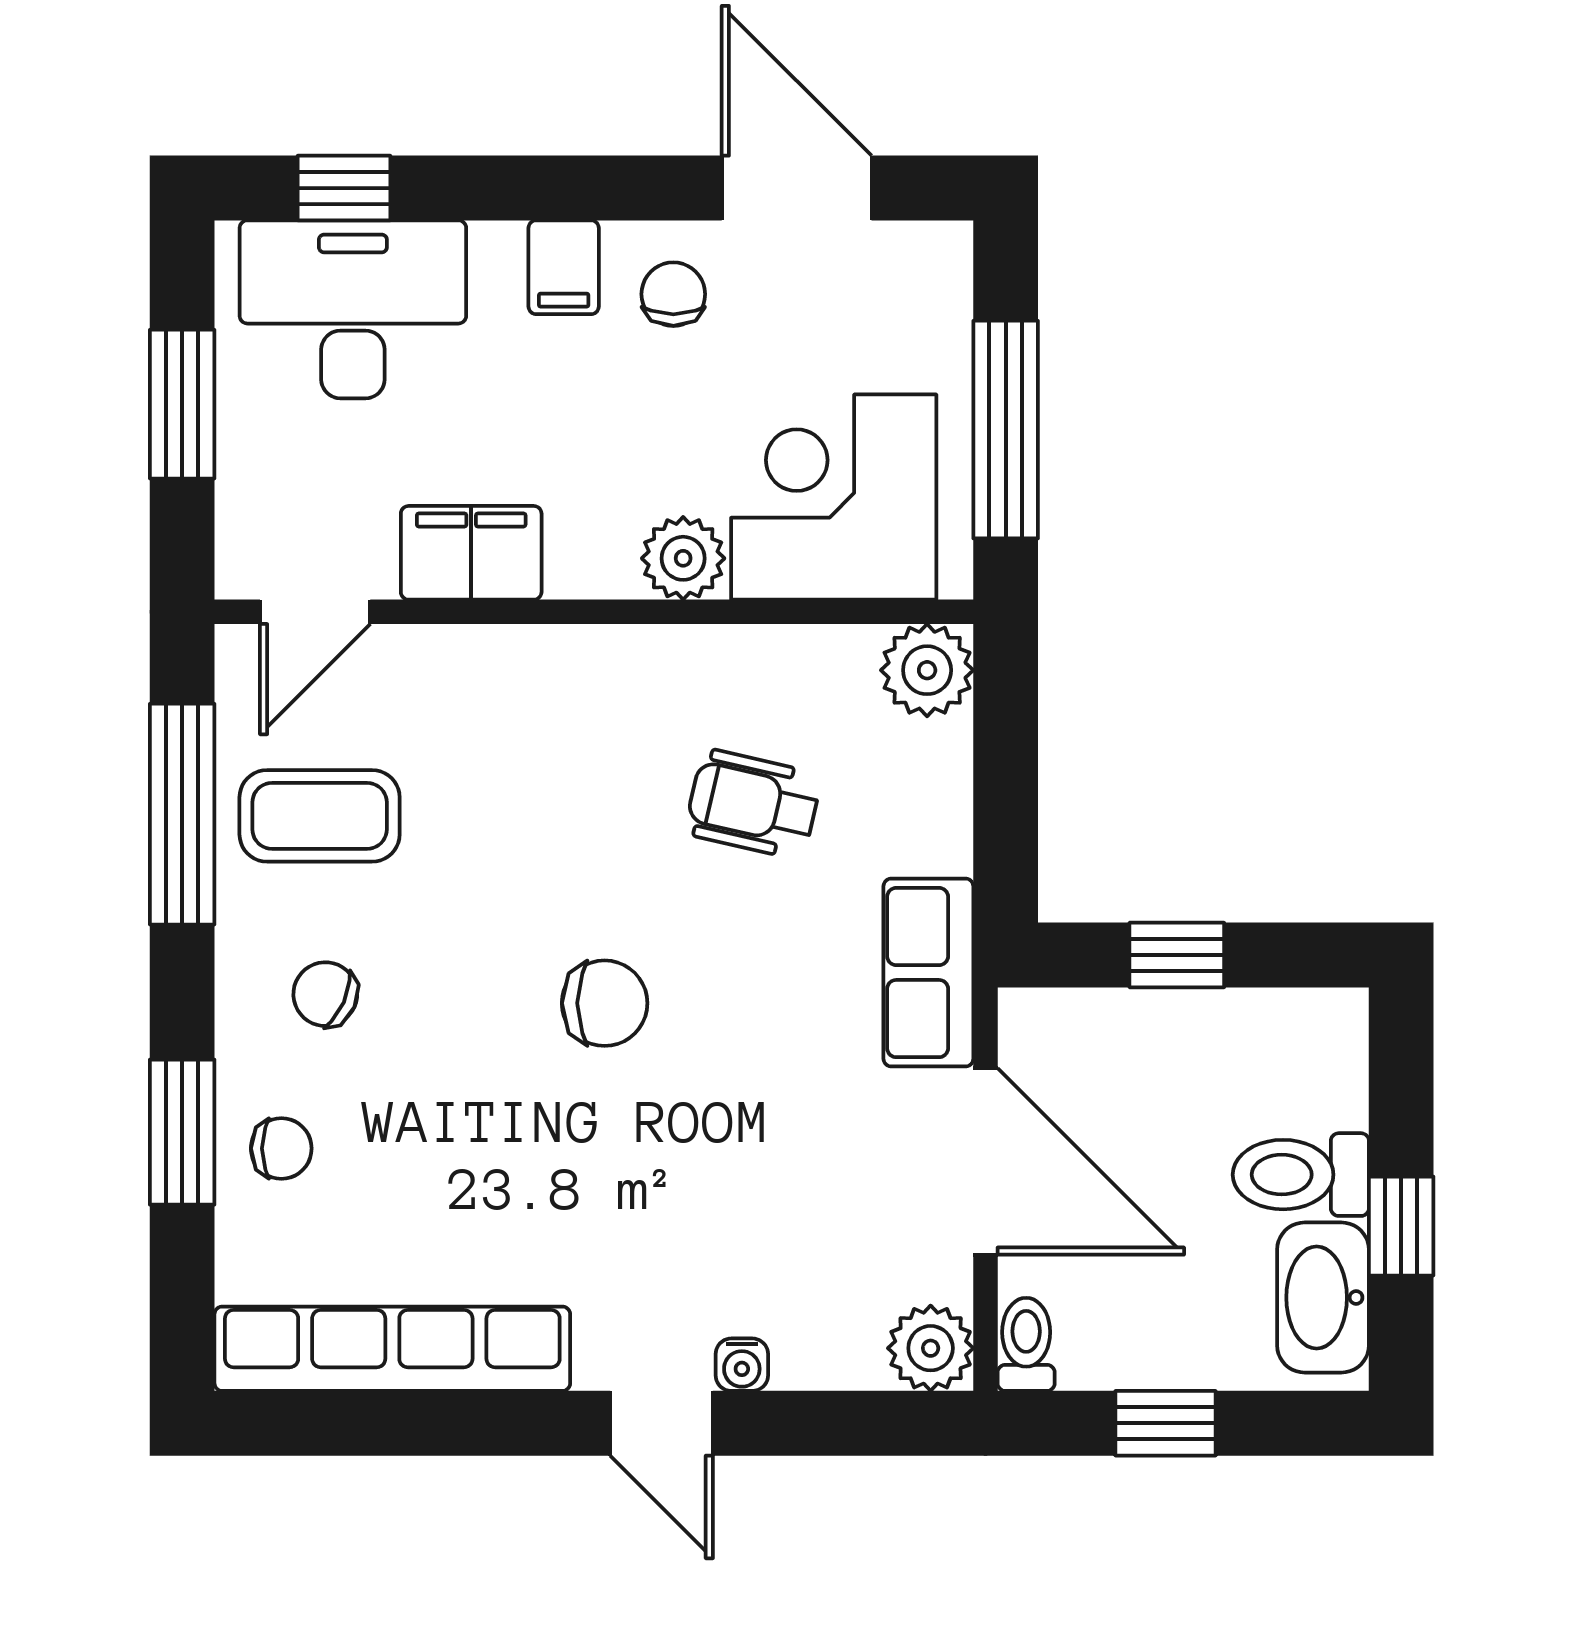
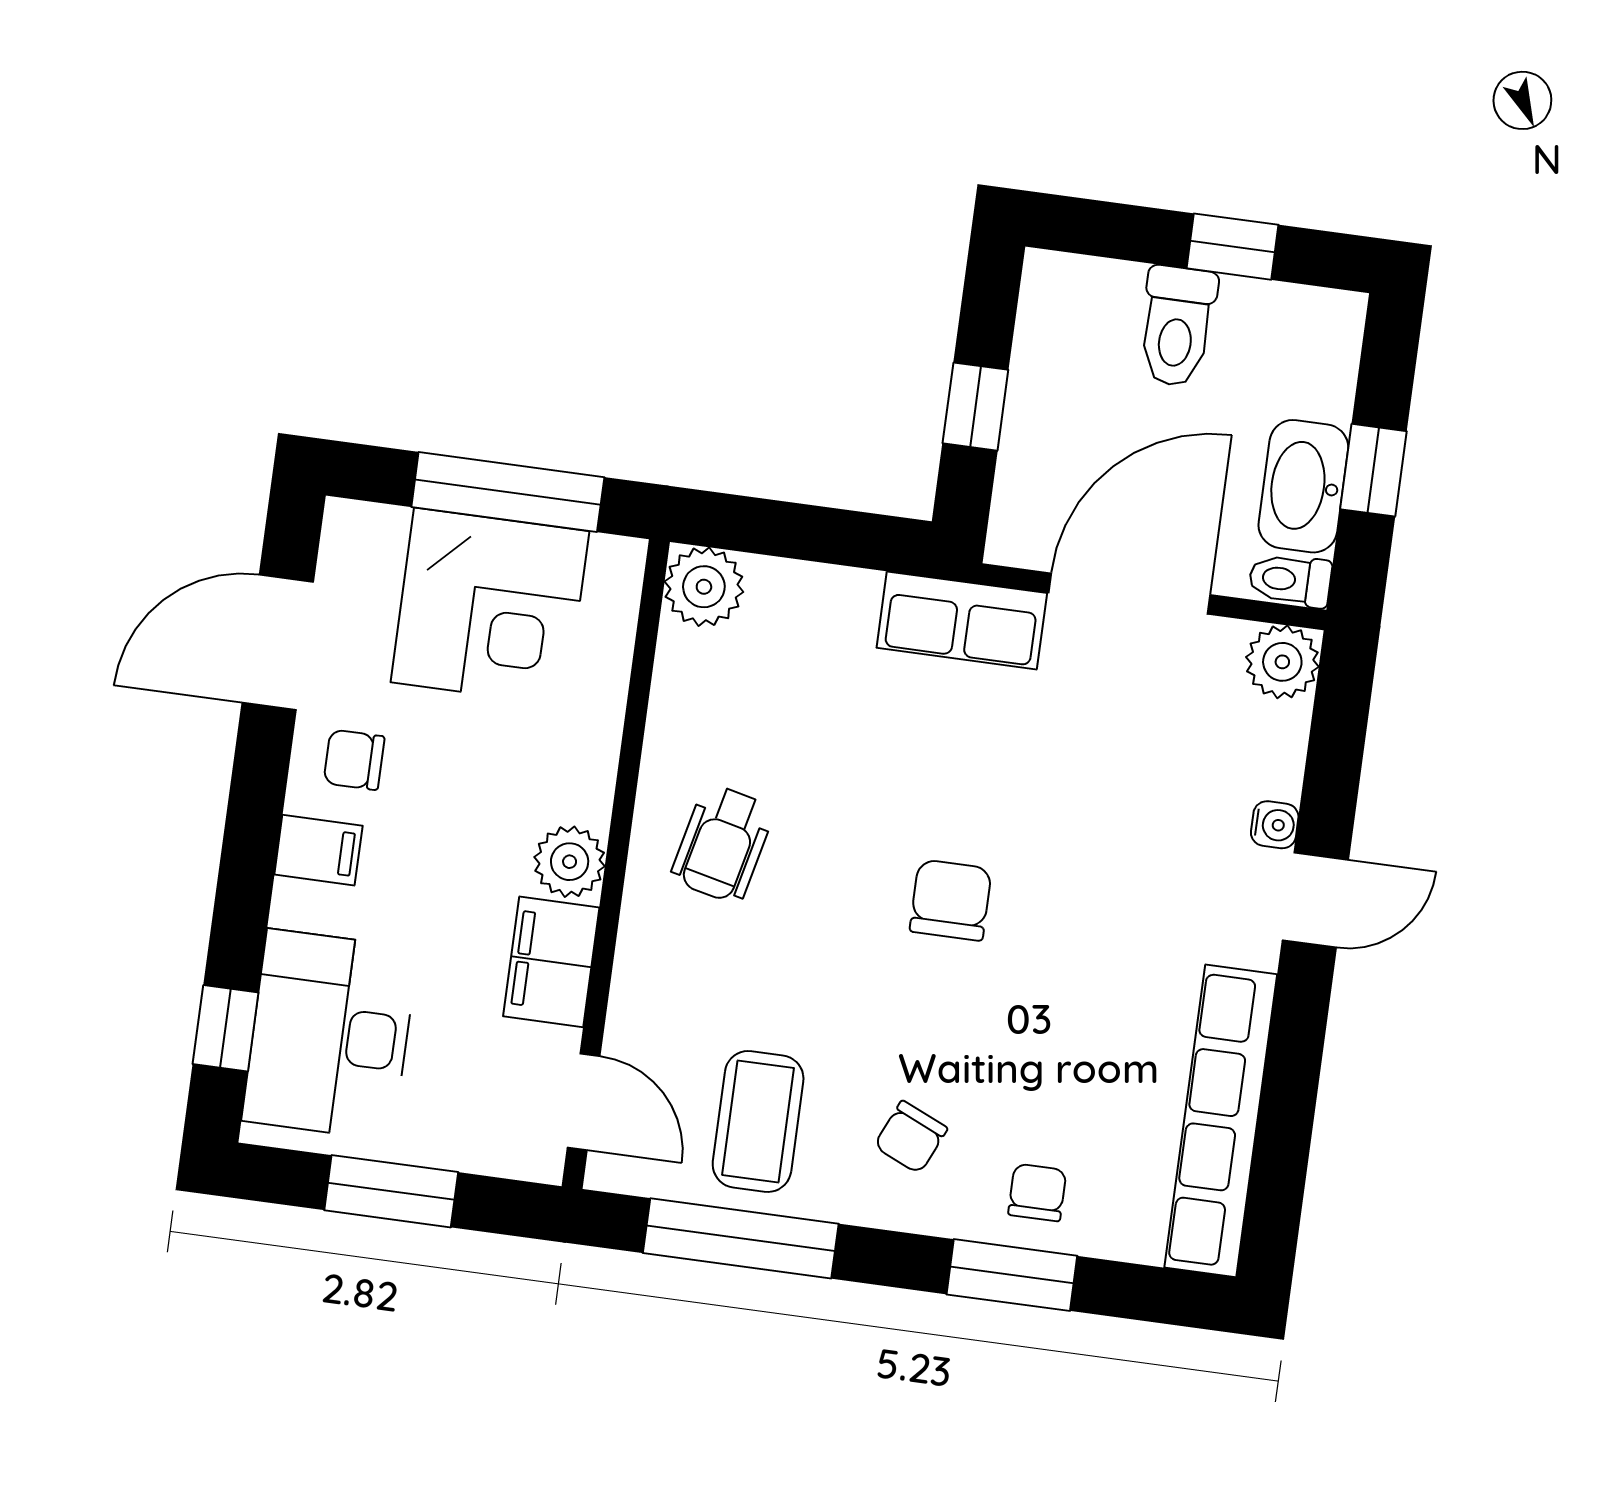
corner desk: (834, 497) -> (490, 607), moved, turned -90
plant: (683, 558) -> (570, 862), moved
wheelchair: (753, 804) -> (723, 844), moved
washbasin: (1323, 1298) -> (1303, 486), moved, turned 90

